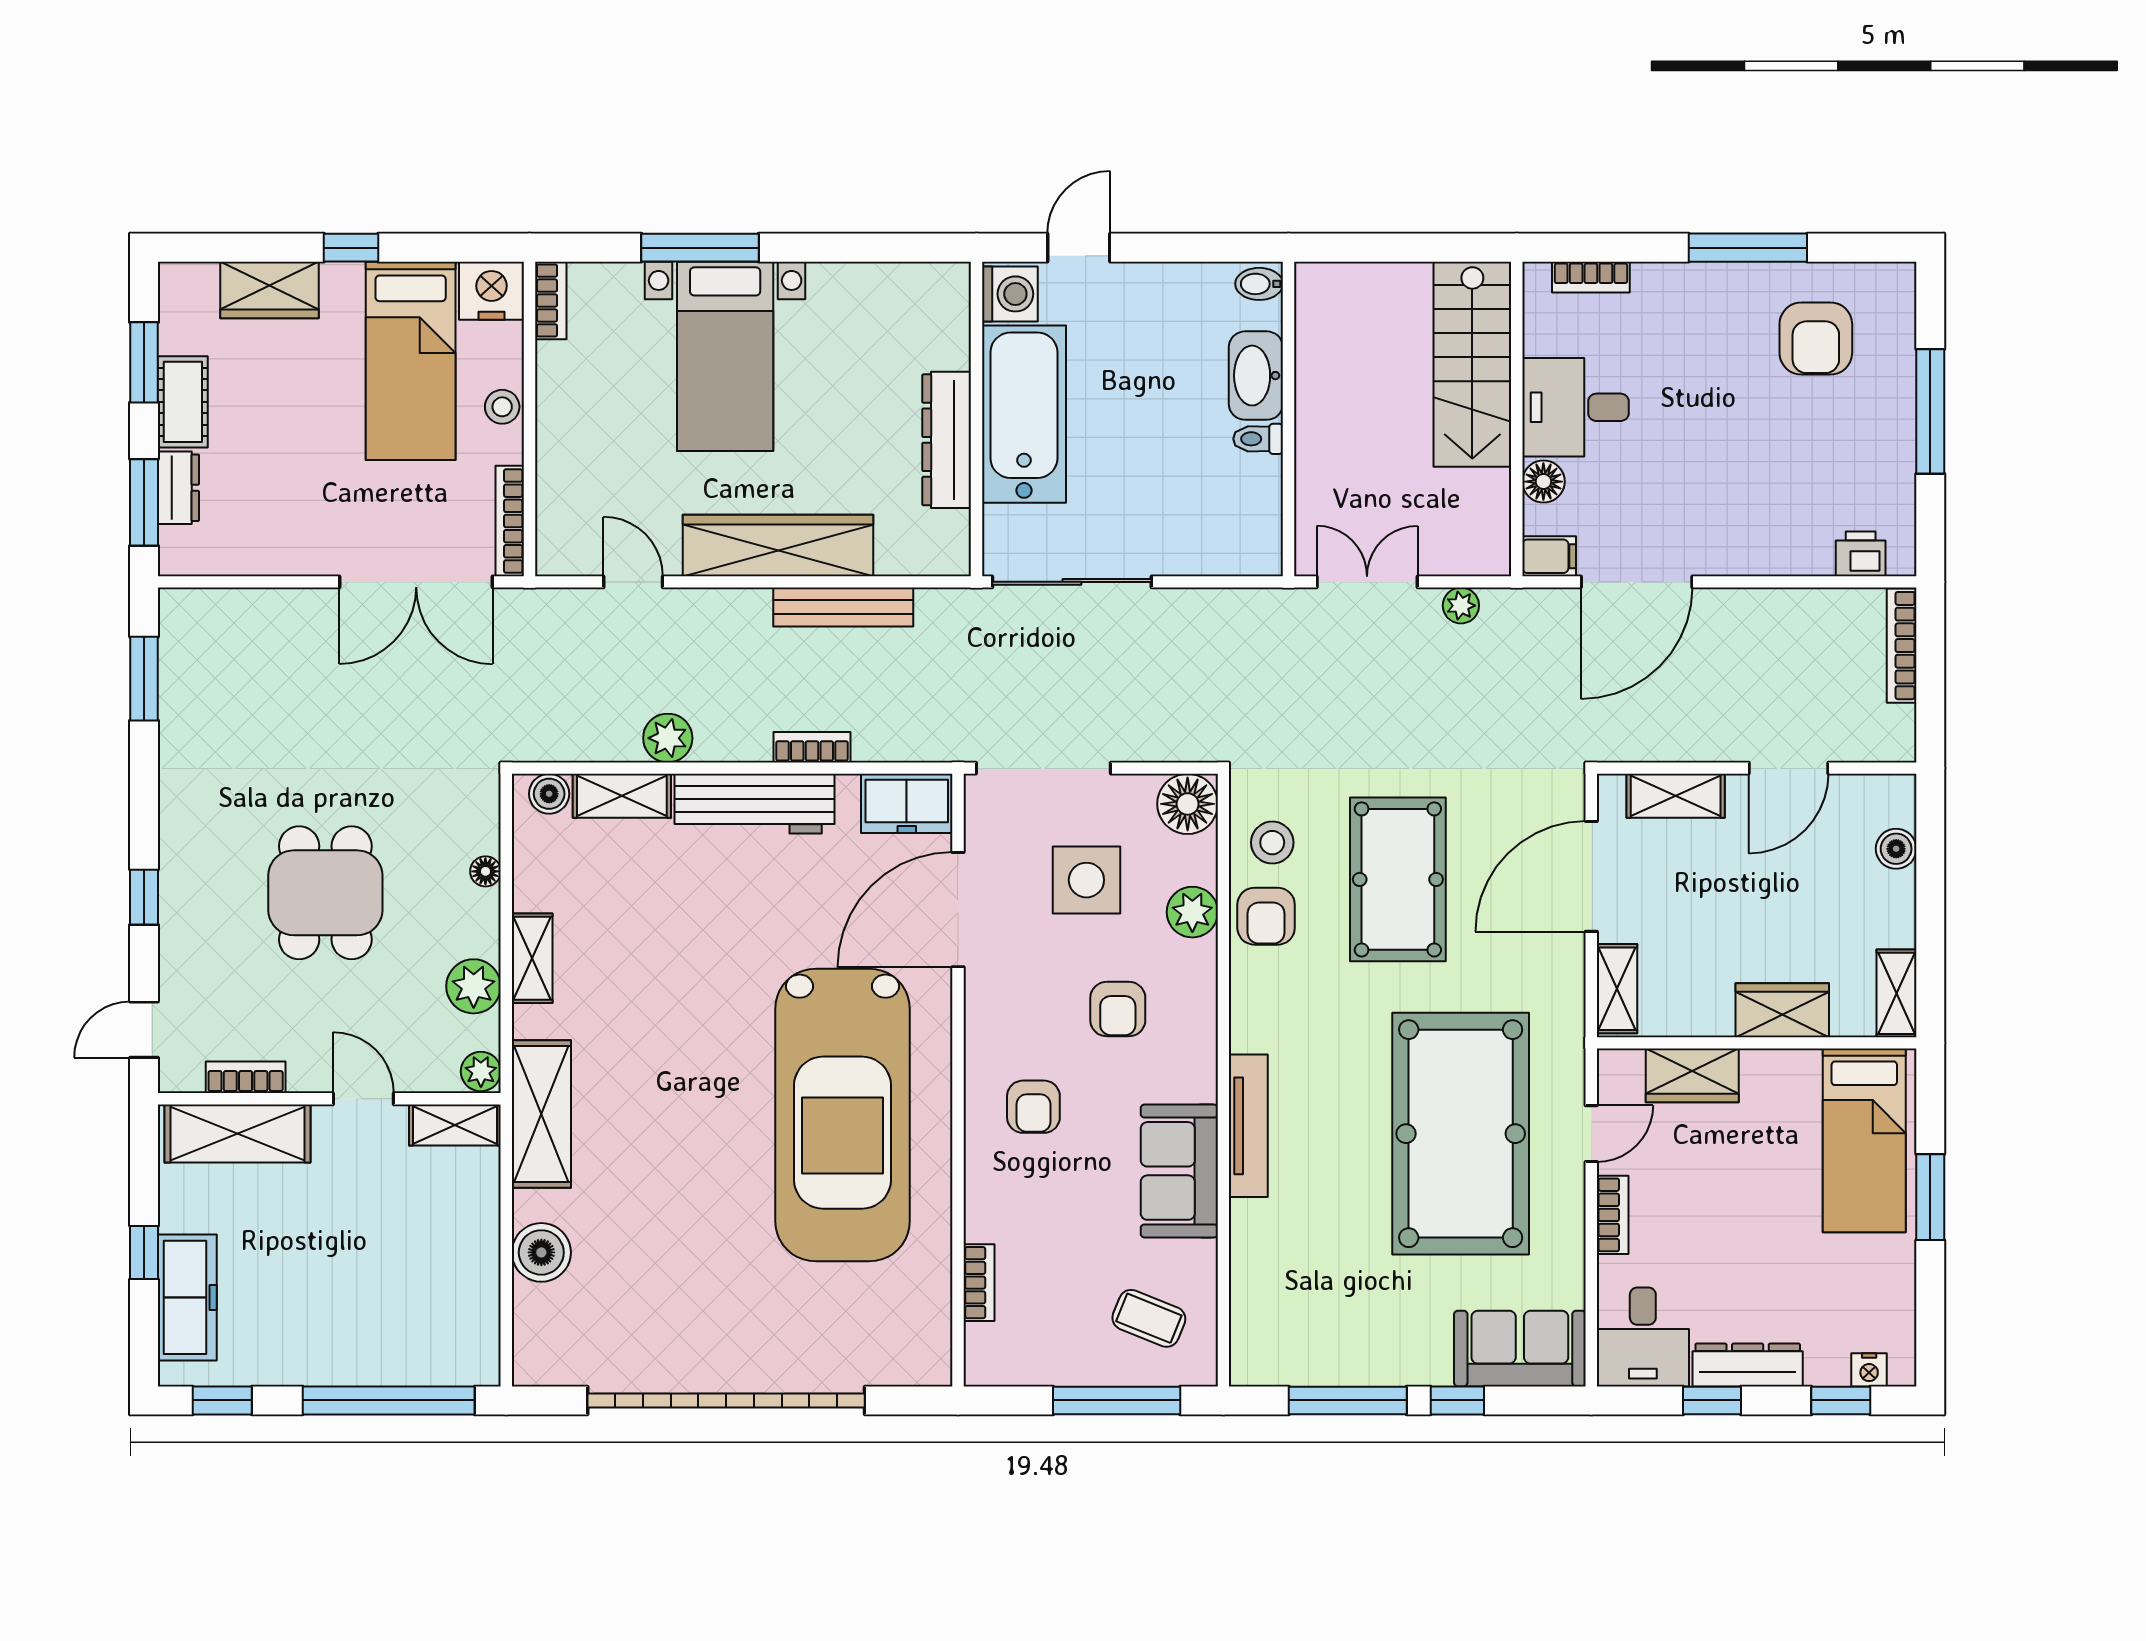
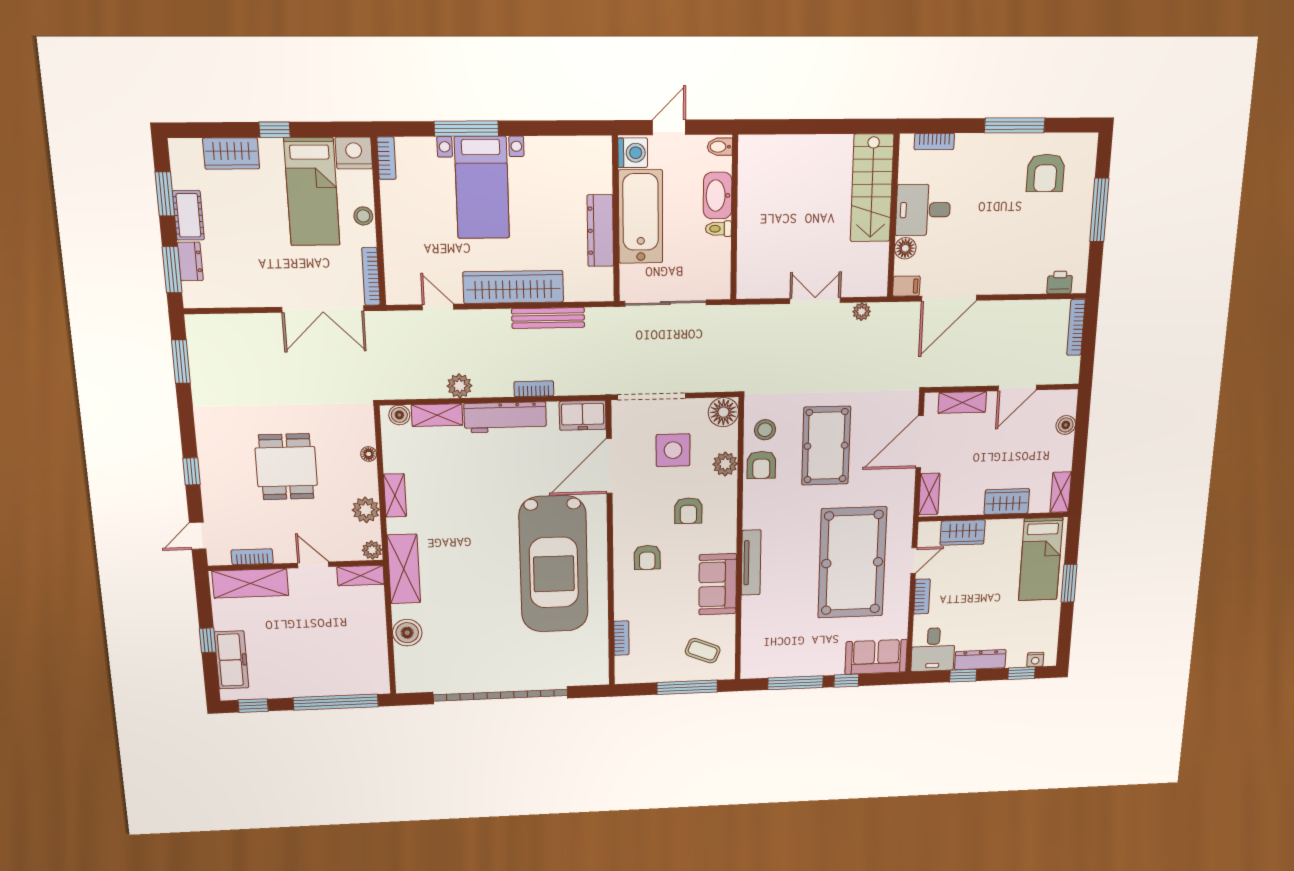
bidet: (1259, 284) -> (720, 147), moved
washbasin: (1256, 376) -> (718, 196), moved
wall: (1289, 419) -> (734, 218), moved
toilet: (1258, 439) -> (718, 229), moved

